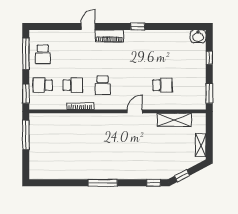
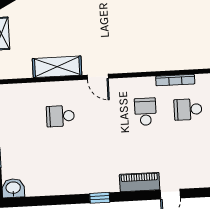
door: (135, 111) -> (98, 77), hinge flipped
shelving: (174, 120) -> (57, 67), moved

